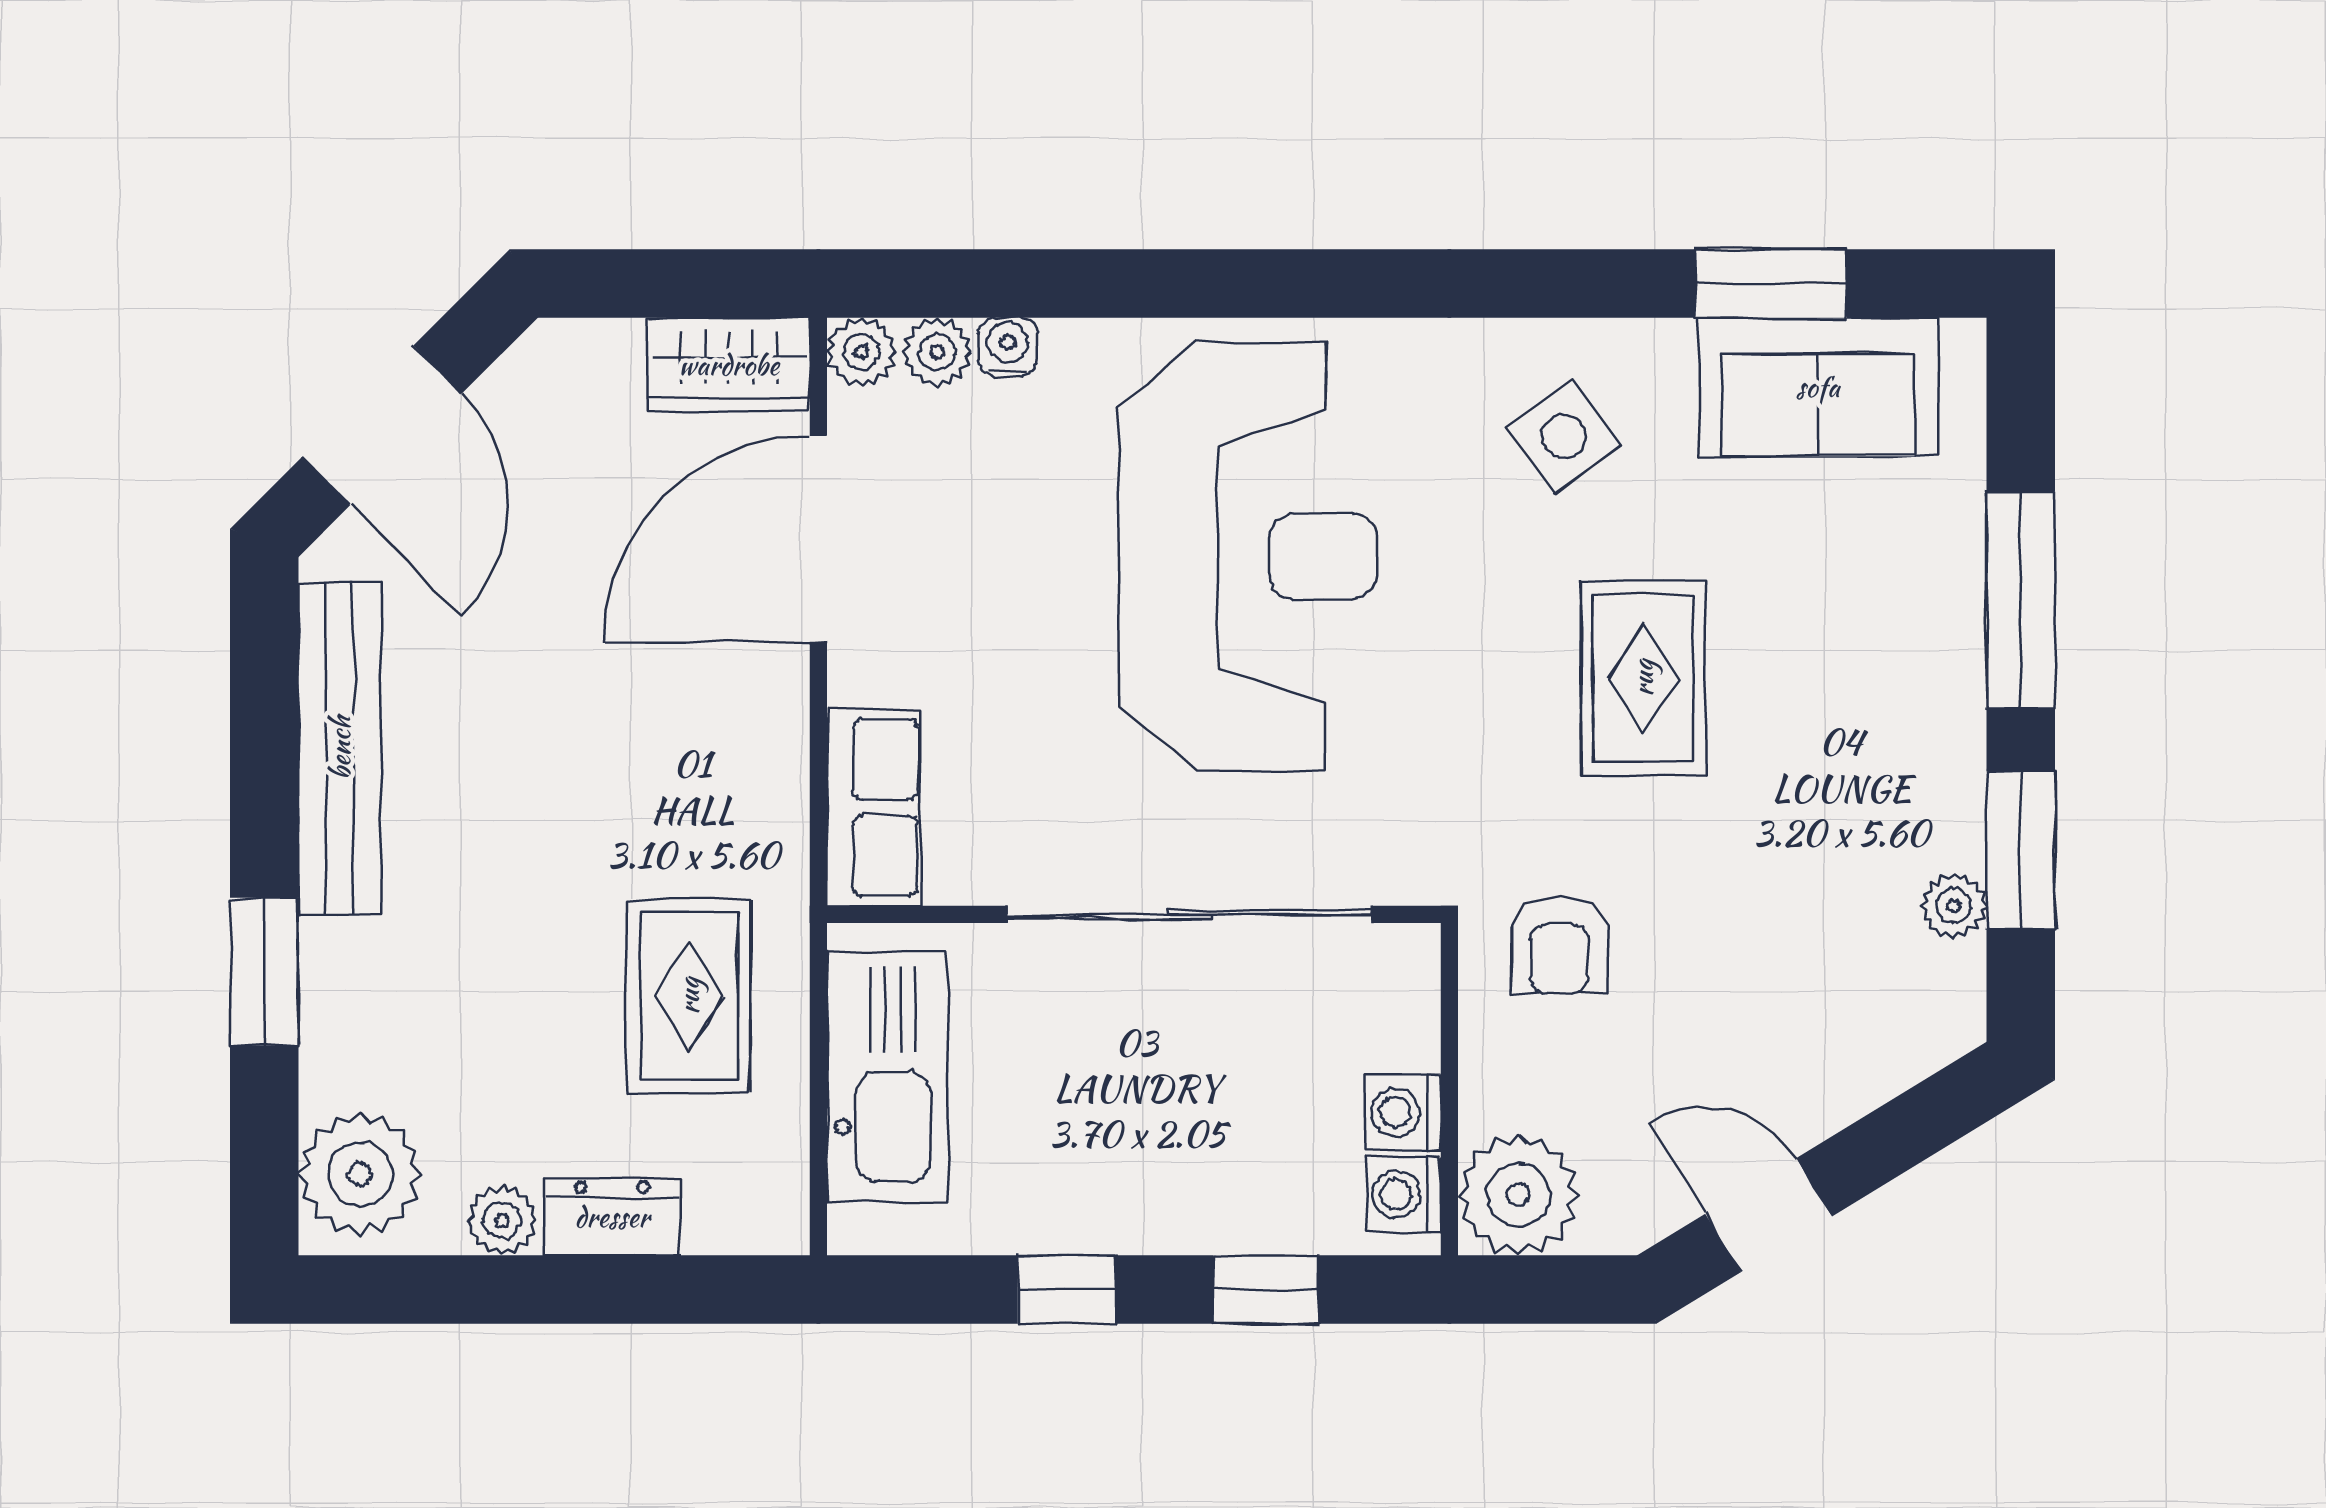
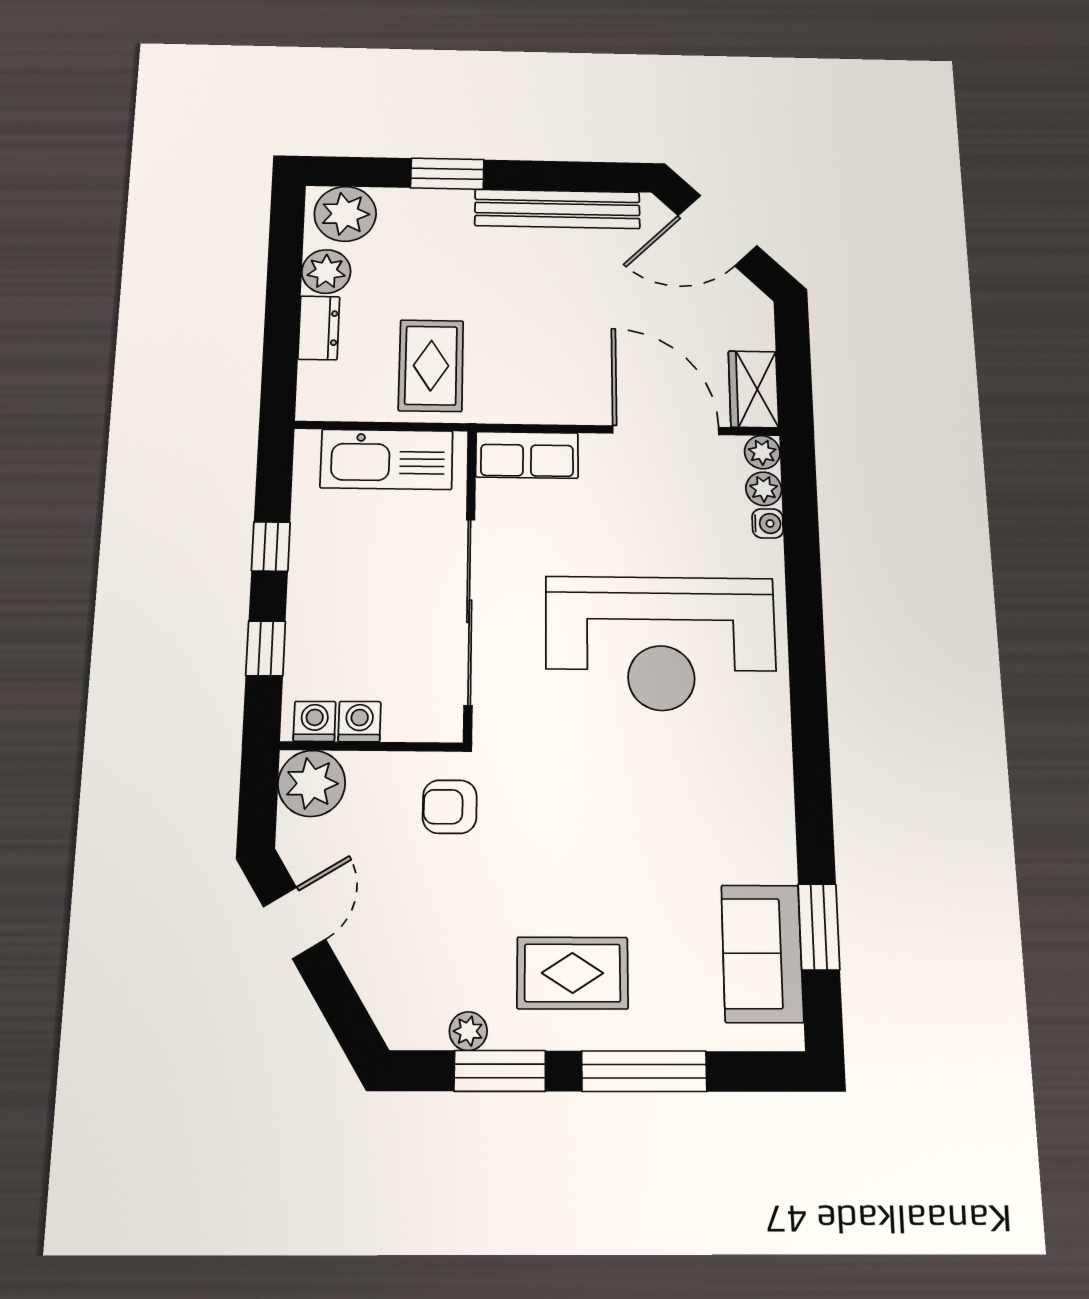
side table: (1564, 437) -> (730, 811), removed
rug: (1643, 678) -> (572, 973), moved
rug: (689, 996) -> (431, 366), turned 90
plant: (502, 1220) -> (326, 272), width x1.38, depth x1.38

